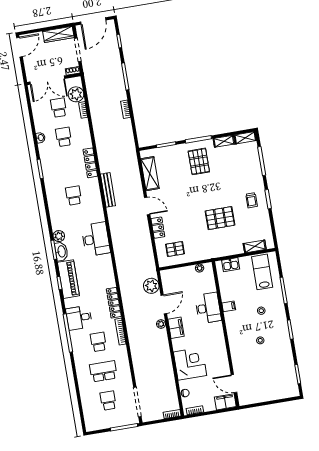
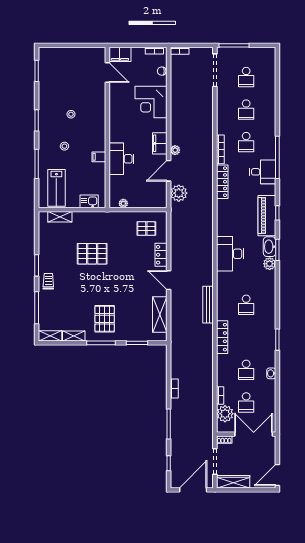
trolley: (252, 200) -> (48, 281), moved
school desk: (103, 371) -> (246, 110), width x0.54

